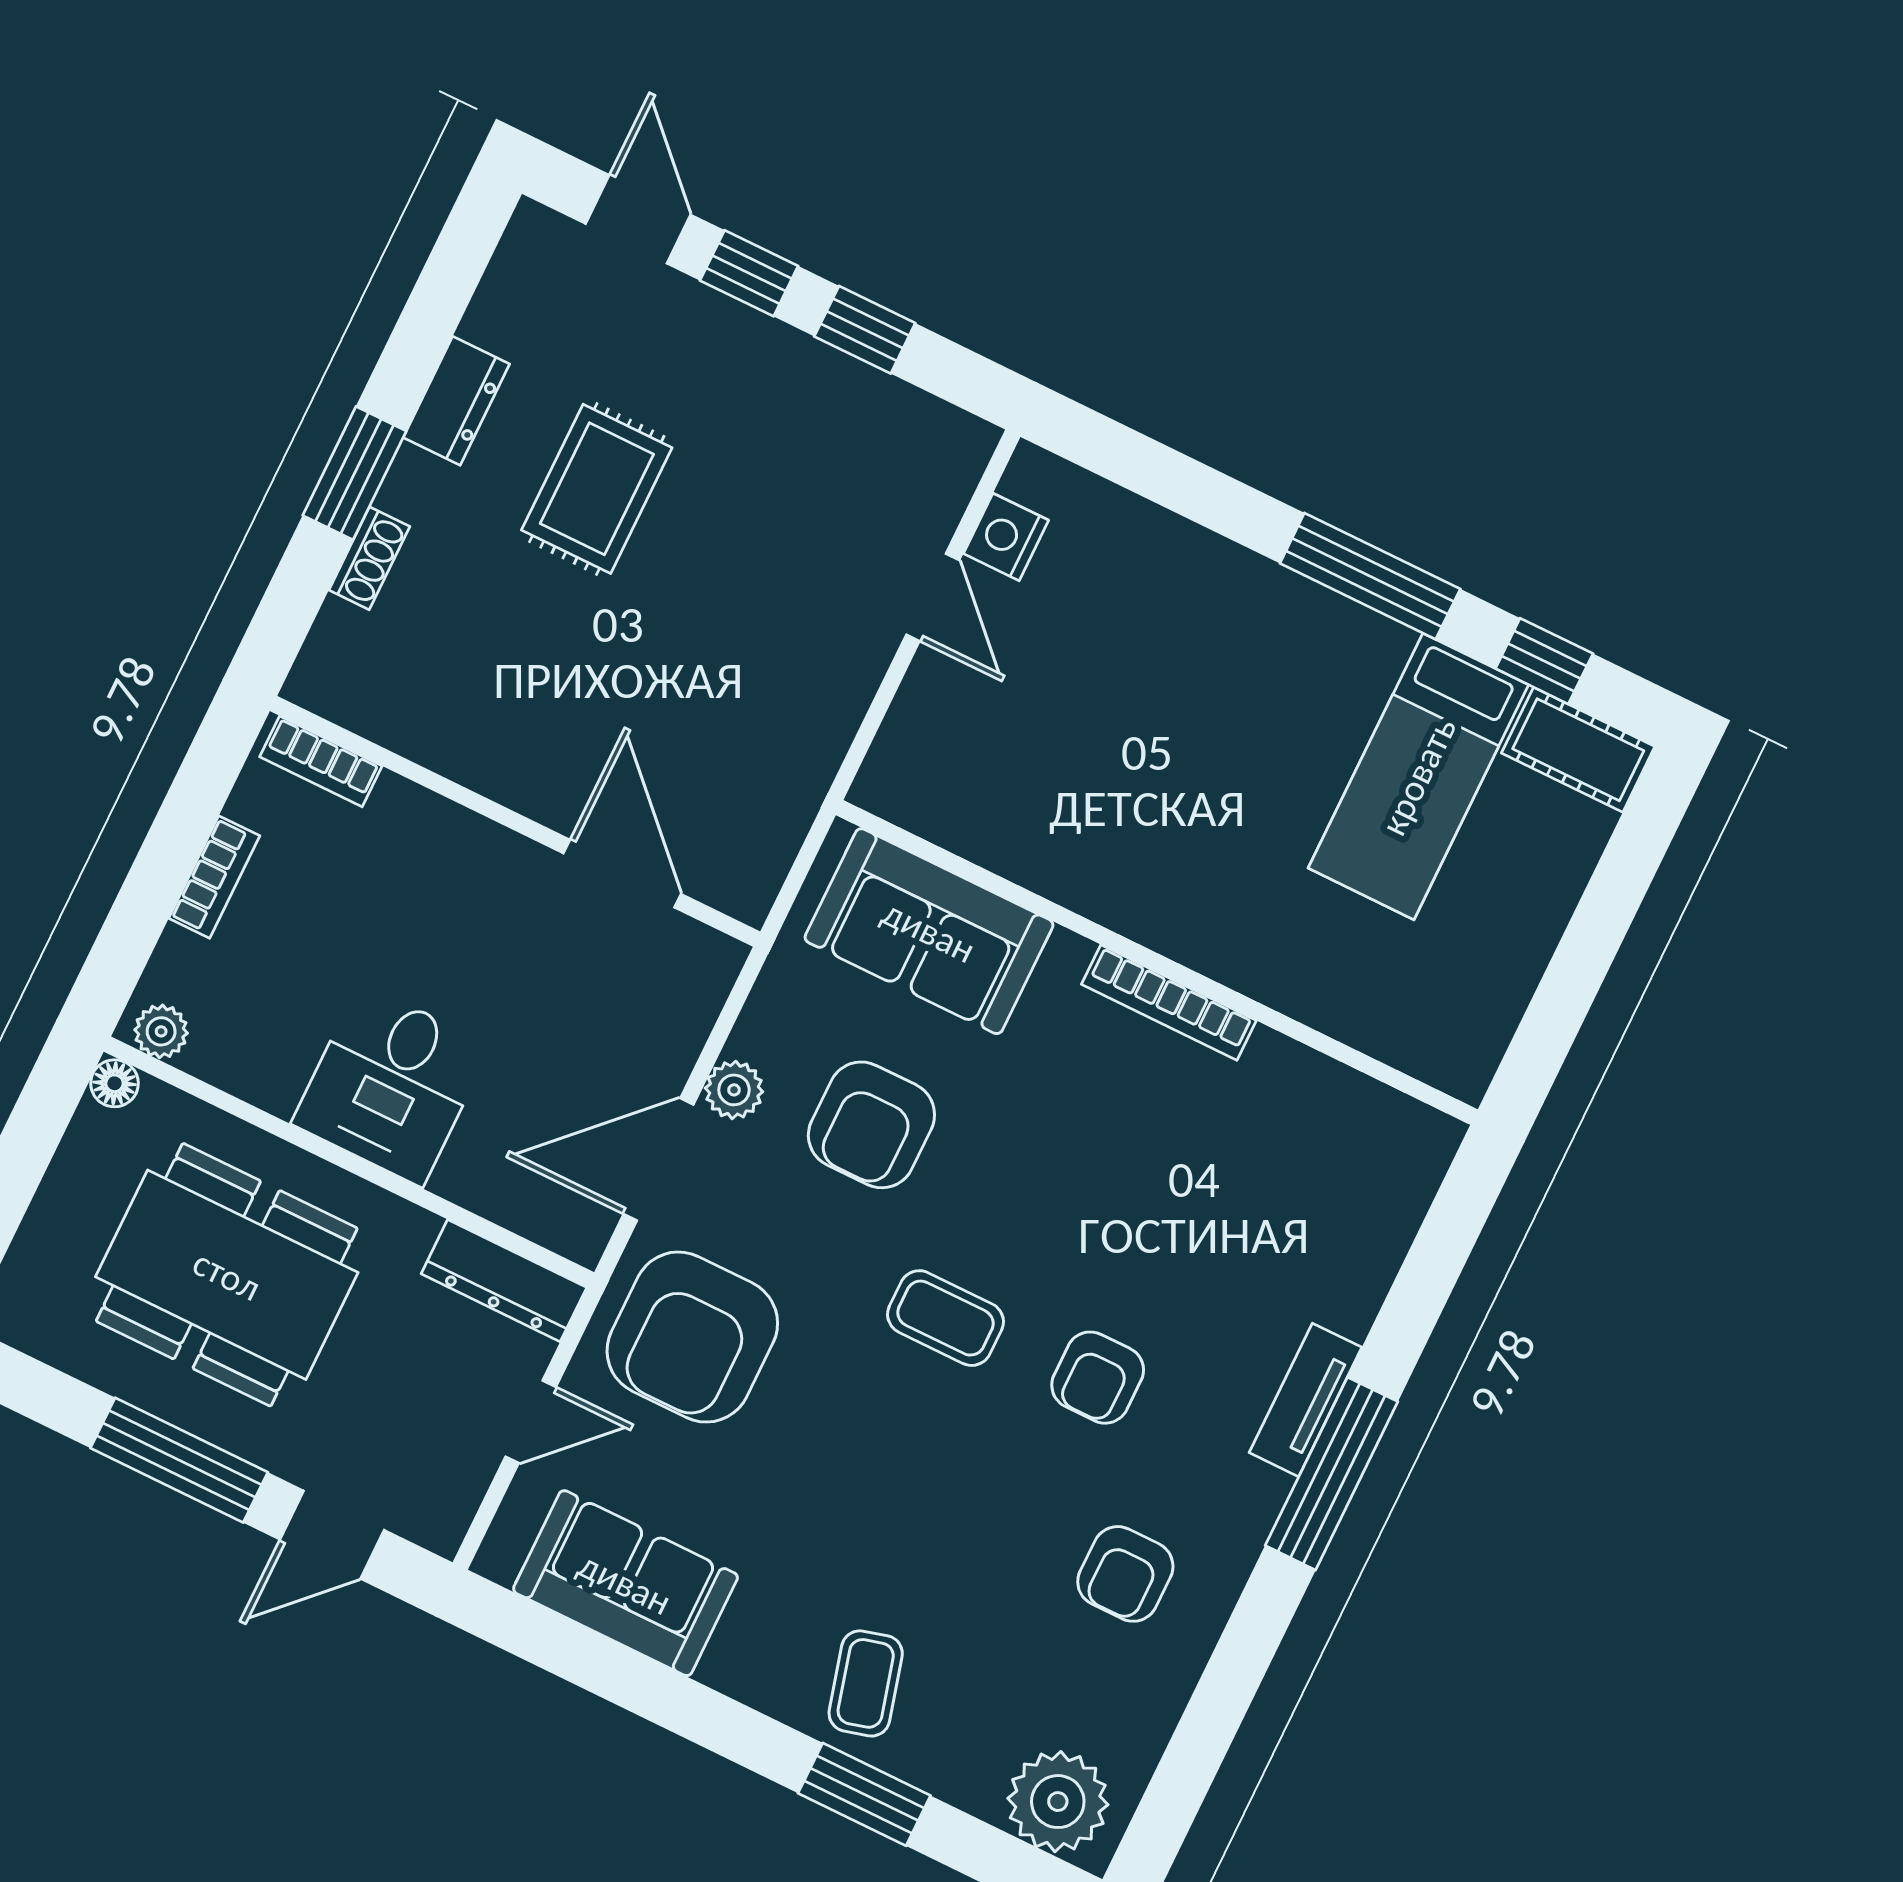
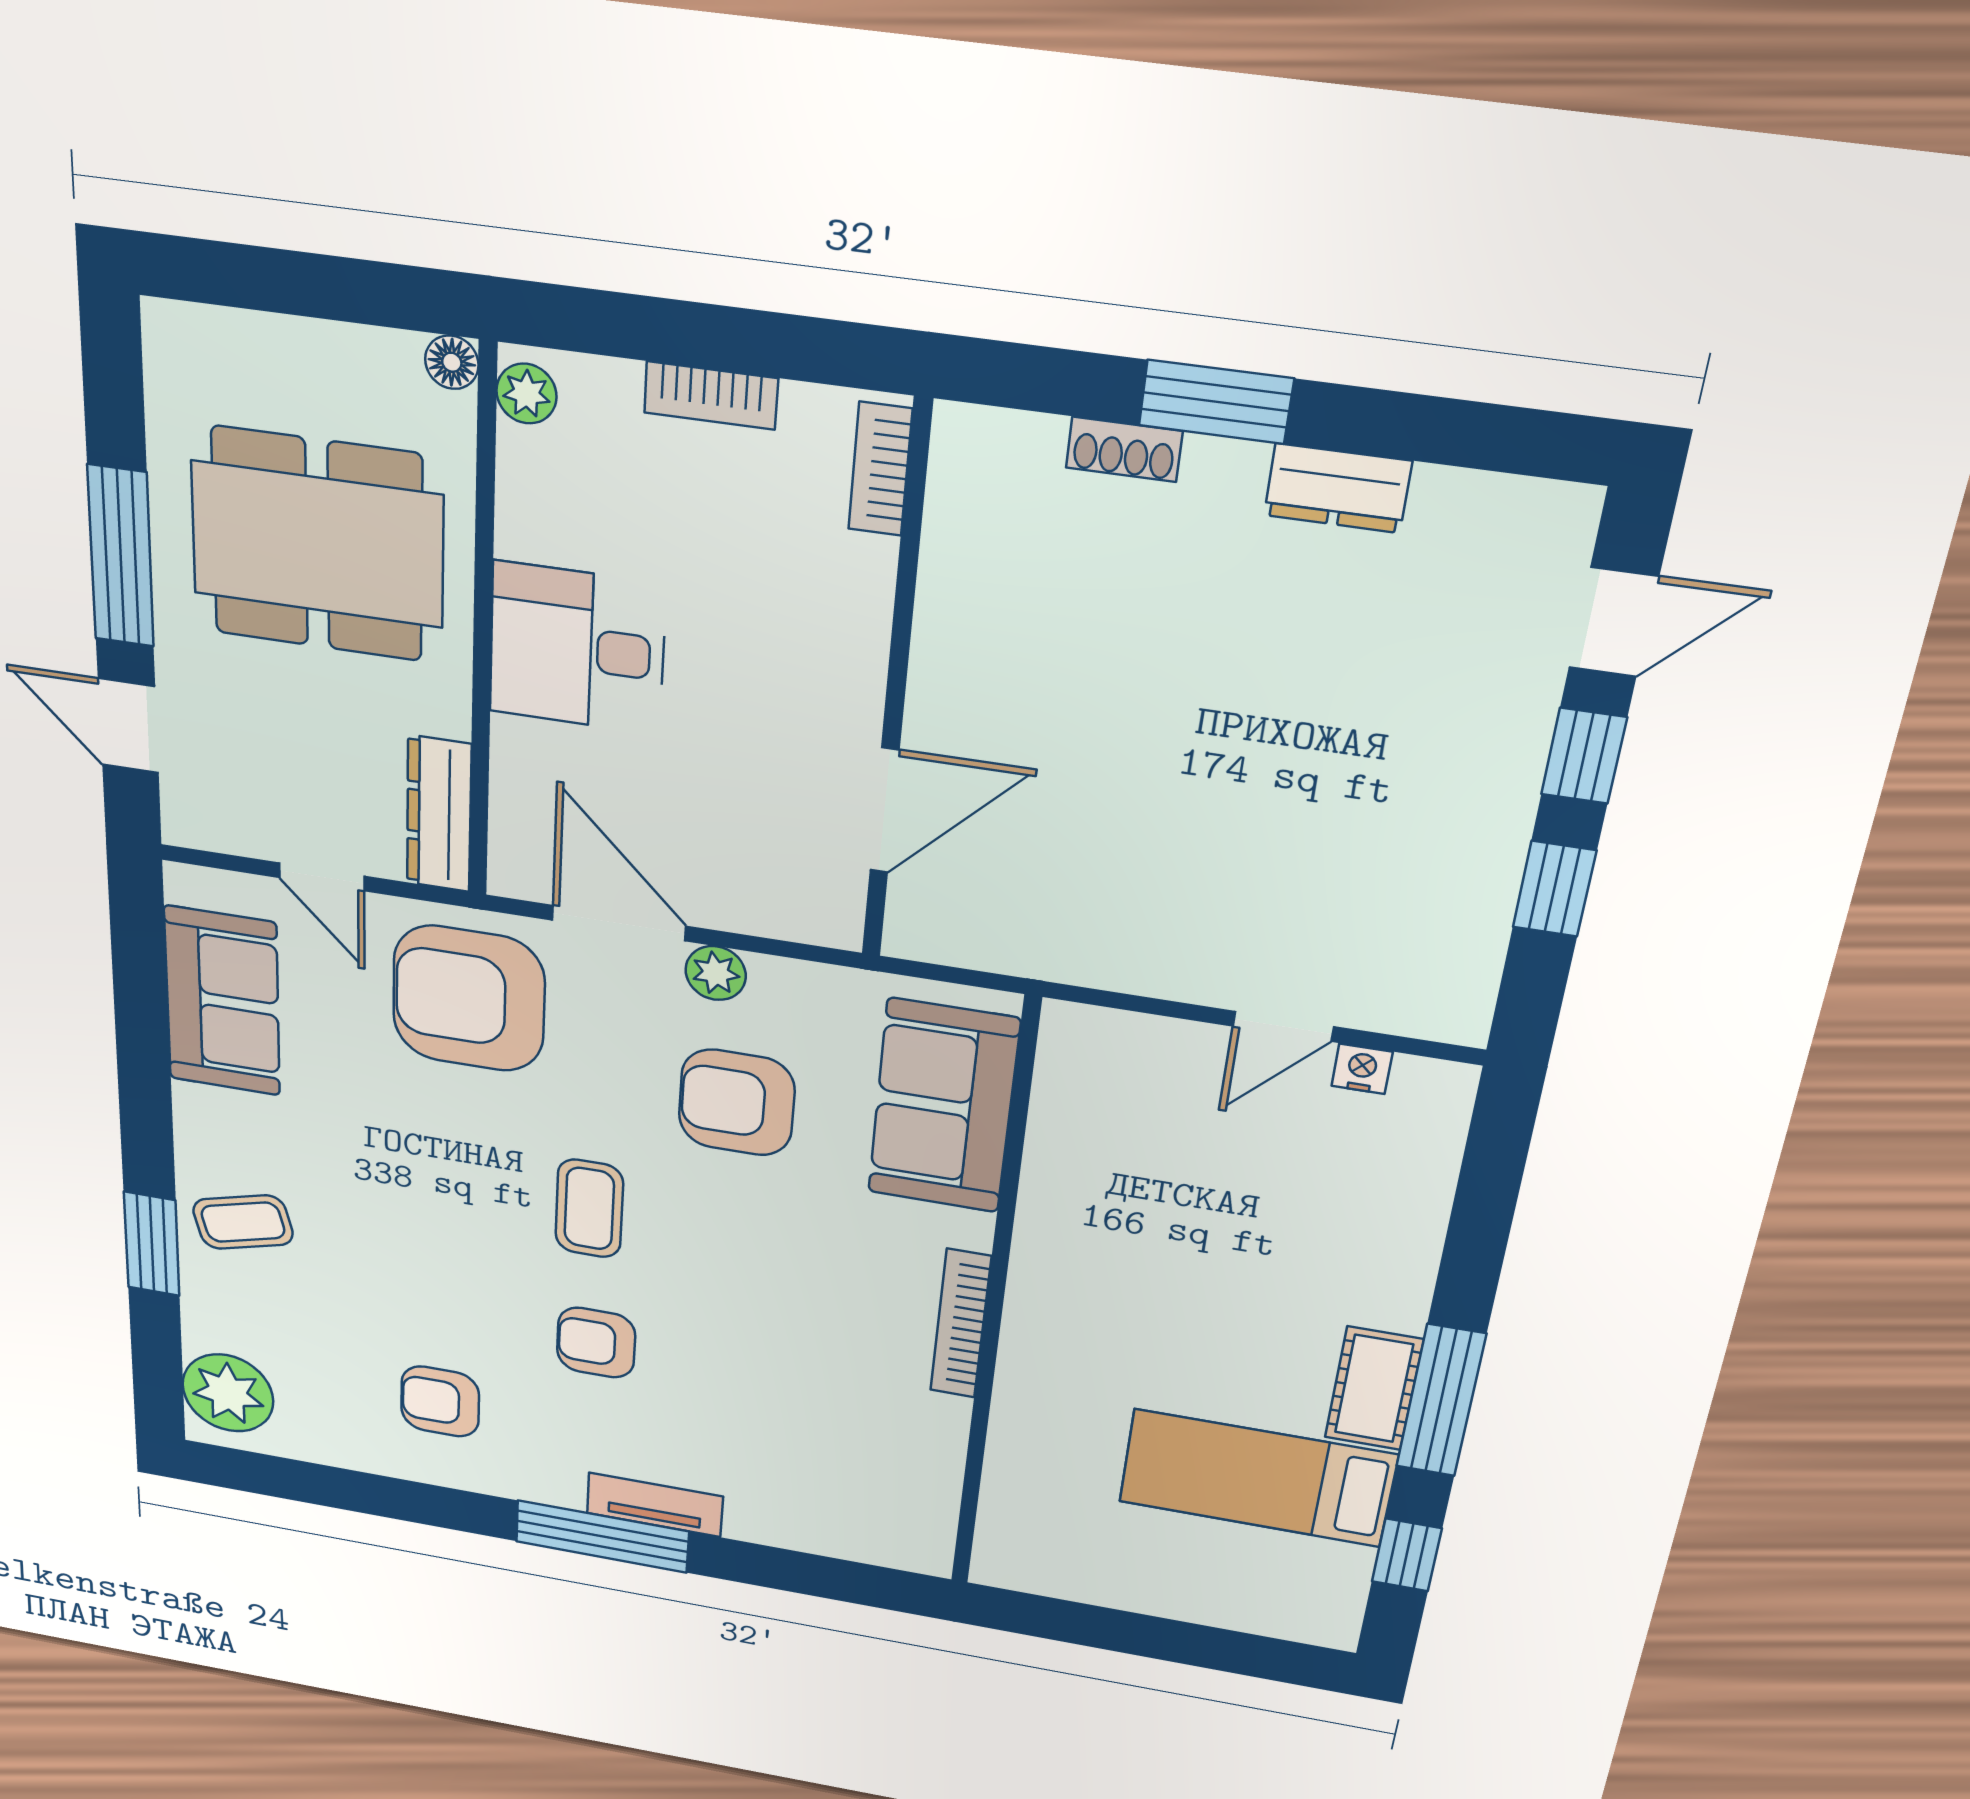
rug: (597, 489) -> (1287, 668), removed
nightstand: (1006, 537) -> (1362, 1069), width x0.72, depth x0.74
cot: (1578, 750) -> (1374, 1389), moved
dining table: (227, 1275) -> (317, 544), turned 90

